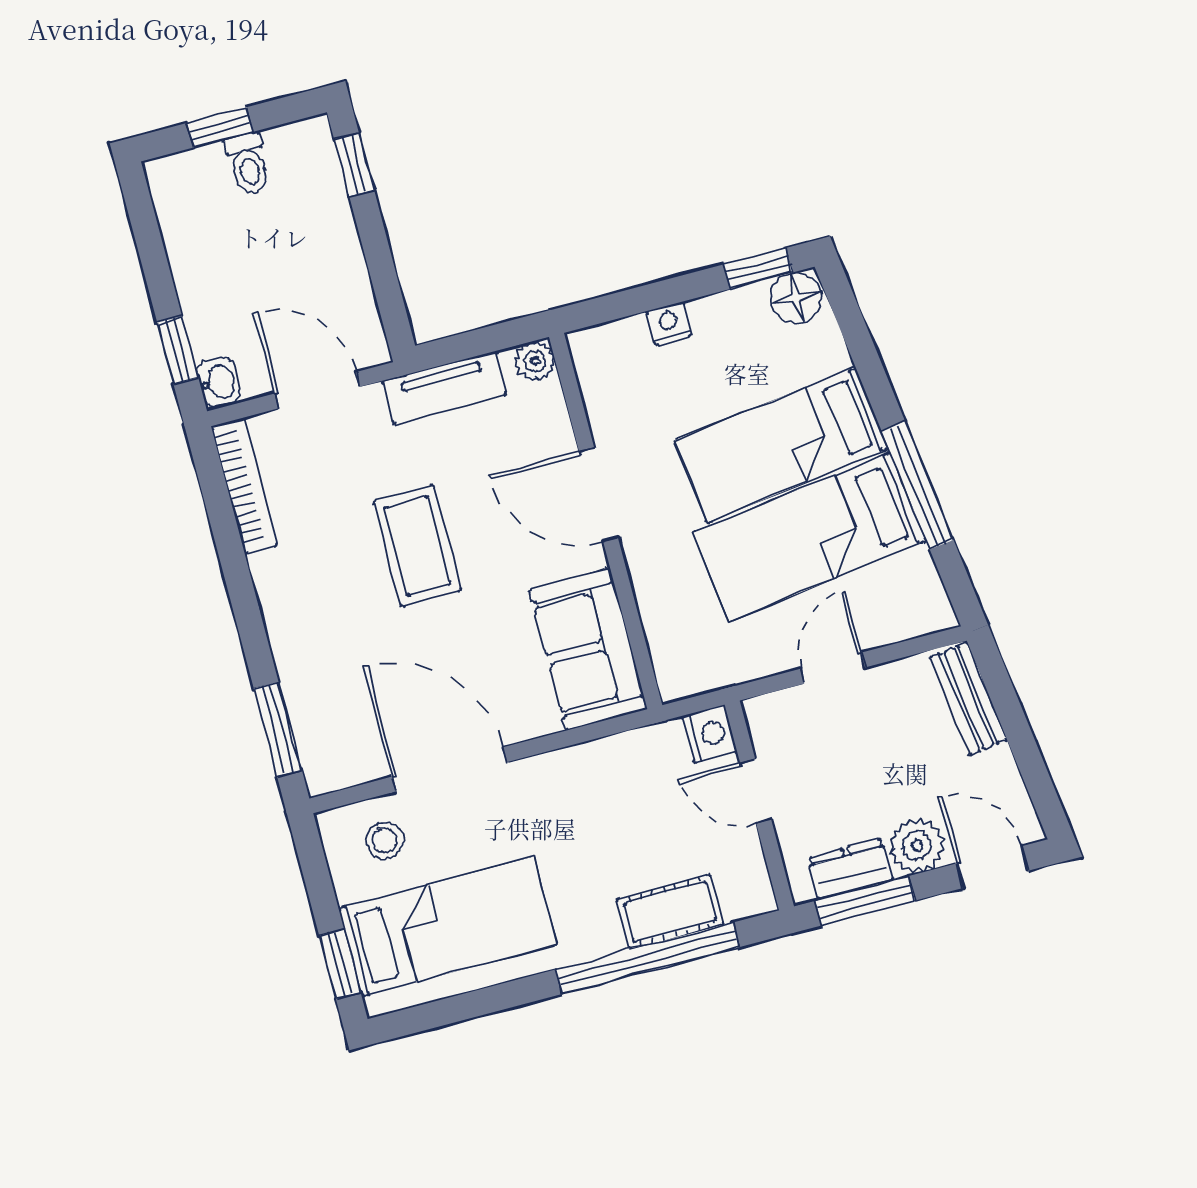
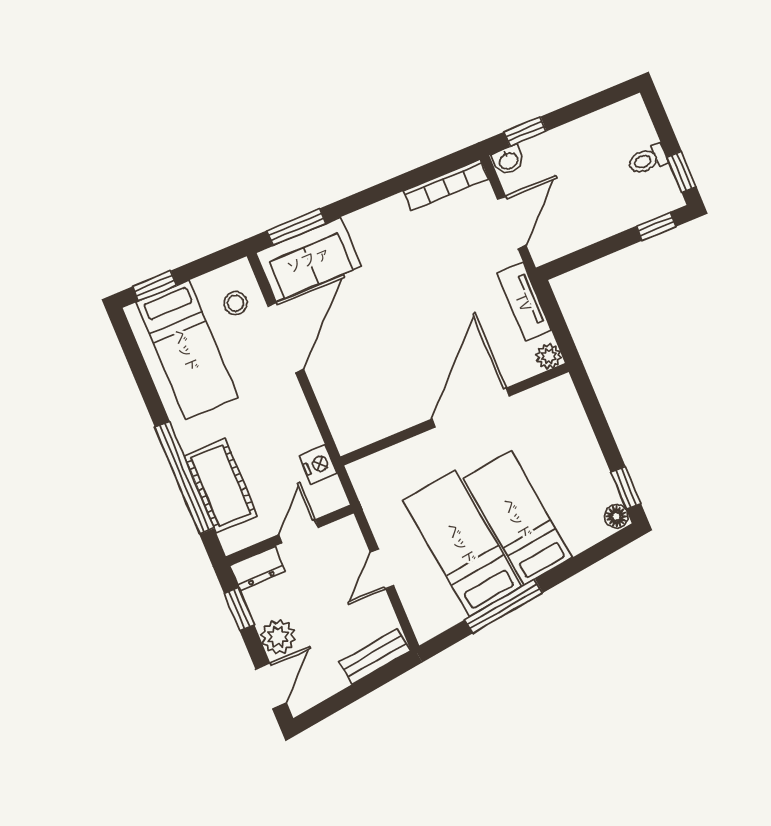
window: (220, 127) -> (682, 172), moved
floor lamp: (796, 298) -> (616, 516), width x0.73, depth x0.73
nightstand: (669, 323) -> (584, 437), removed
door: (599, 495) -> (471, 408), width x1.36
coffee table: (417, 546) -> (423, 298), removed
sofa: (588, 649) -> (308, 259), moved, turned 180
door: (833, 668) -> (382, 569), swing flipped
nightstand: (709, 734) -> (318, 465), moved, turned -90
dresser: (850, 869) -> (257, 568), moved, turned 90
window: (865, 901) -> (239, 609), width x0.67
cot: (670, 912) -> (221, 486), width x1.37, depth x1.34

